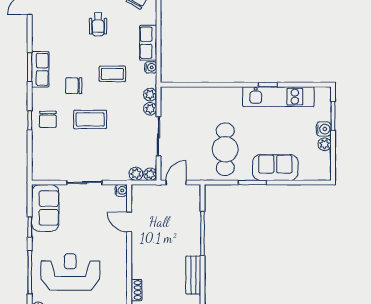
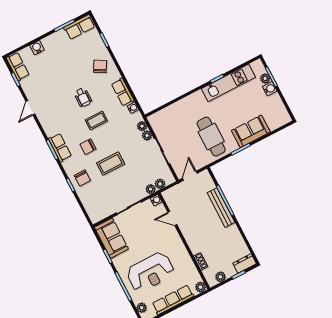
coffee table: (112, 74) -> (96, 120), moved
plant: (325, 144) -> (265, 78), moved
plant: (150, 174) -> (151, 189), moved
reception desk: (70, 272) -> (150, 272), turned 180
bench: (193, 275) -> (221, 208), moved, width x1.36

